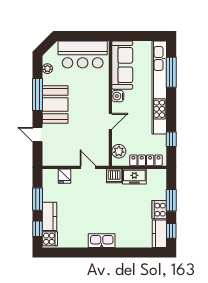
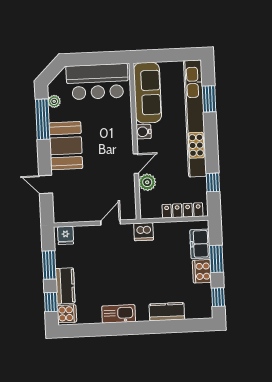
window: (171, 72) -> (209, 99), width x0.69
window: (38, 94) -> (43, 119), moved
plant: (119, 151) -> (147, 182), moved
door: (88, 167) -> (111, 222), hinge flipped
fridge: (65, 176) -> (66, 235), moved
freezer: (134, 176) -> (200, 244), moved, turned 90
kitchen counter: (159, 234) -> (167, 312), moved, turned 90
kitchen sink: (102, 241) -> (119, 314), moved

